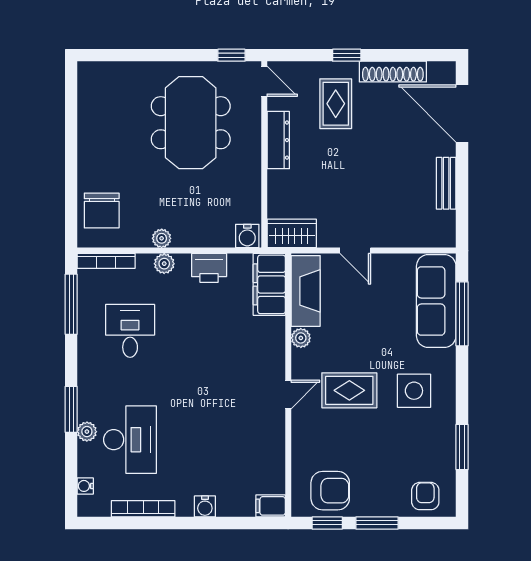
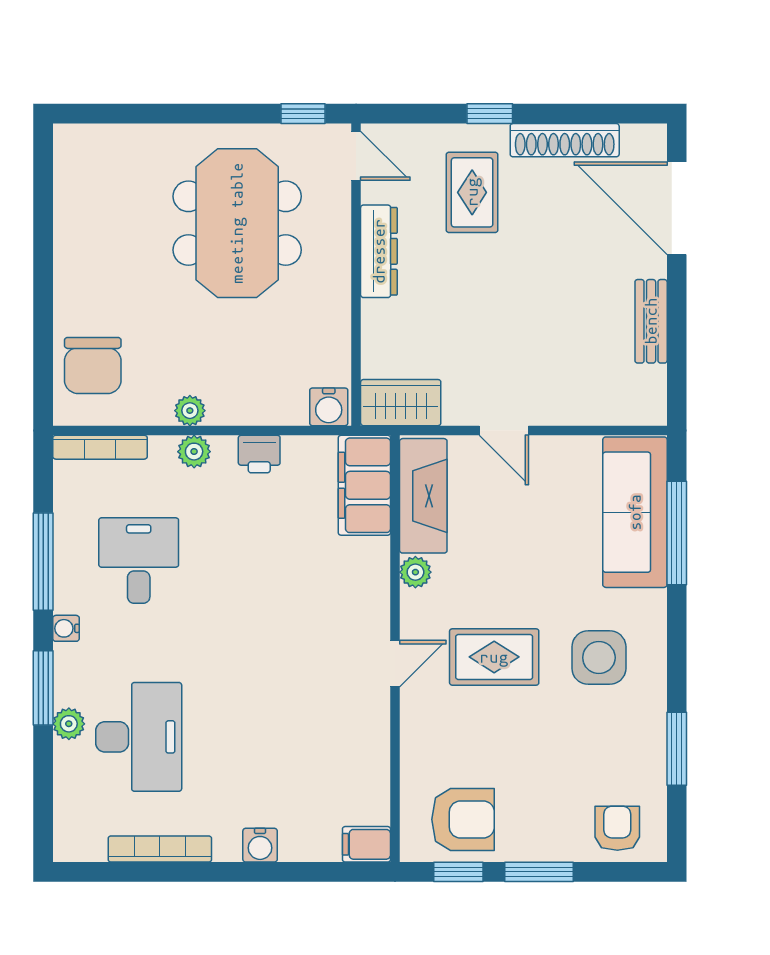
printer: (209, 268) -> (259, 454), width x0.73, depth x0.81
window: (71, 304) -> (43, 562), moved
water cooler: (85, 486) -> (66, 628), moved

